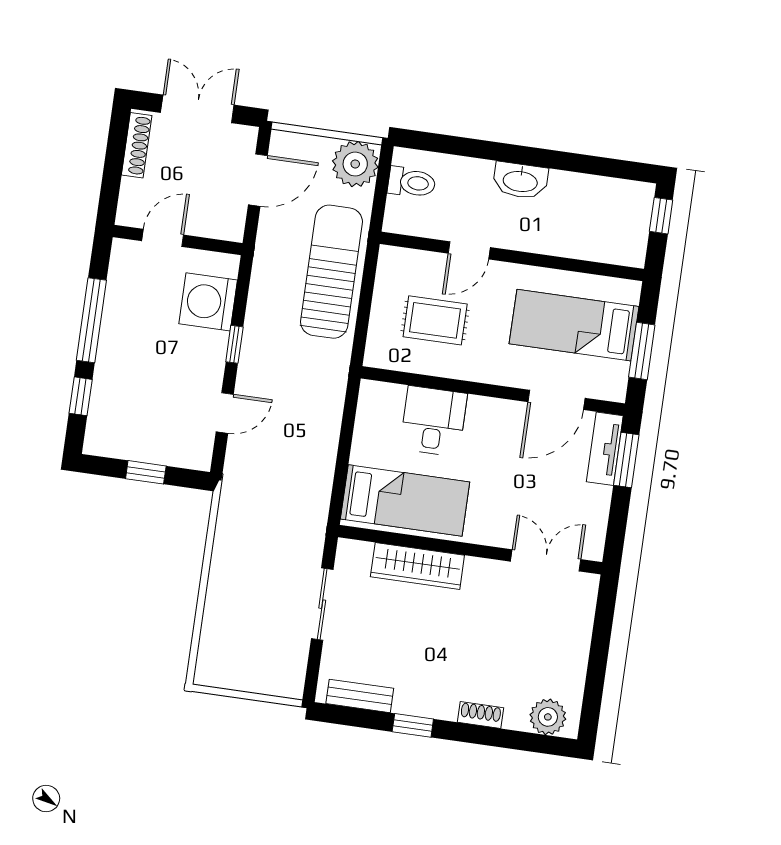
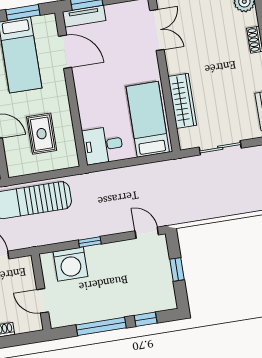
door: (225, 413) -> (147, 233), moved
desk: (433, 421) -> (103, 145), moved
double door: (546, 560) -> (157, 30), swing flipped

